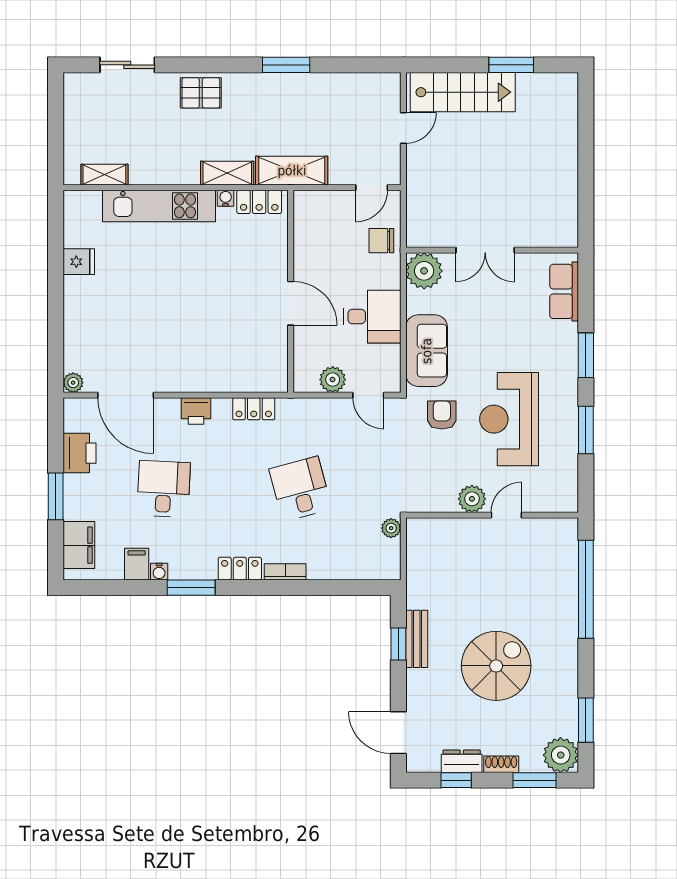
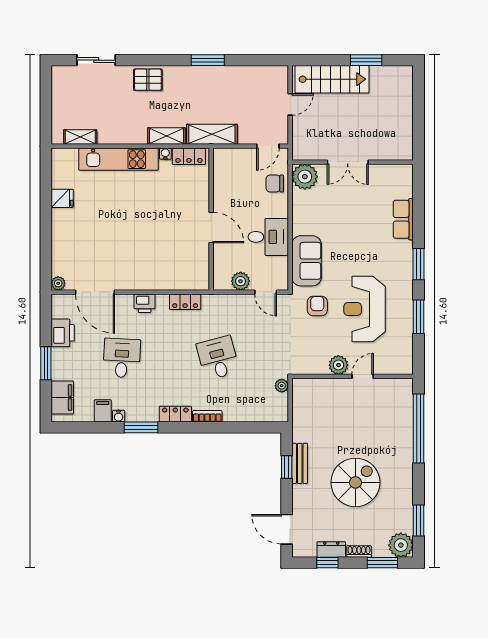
double door: (485, 250) -> (348, 162), moved
wall: (492, 250) -> (353, 162), moved
plant: (424, 271) -> (305, 177), moved

